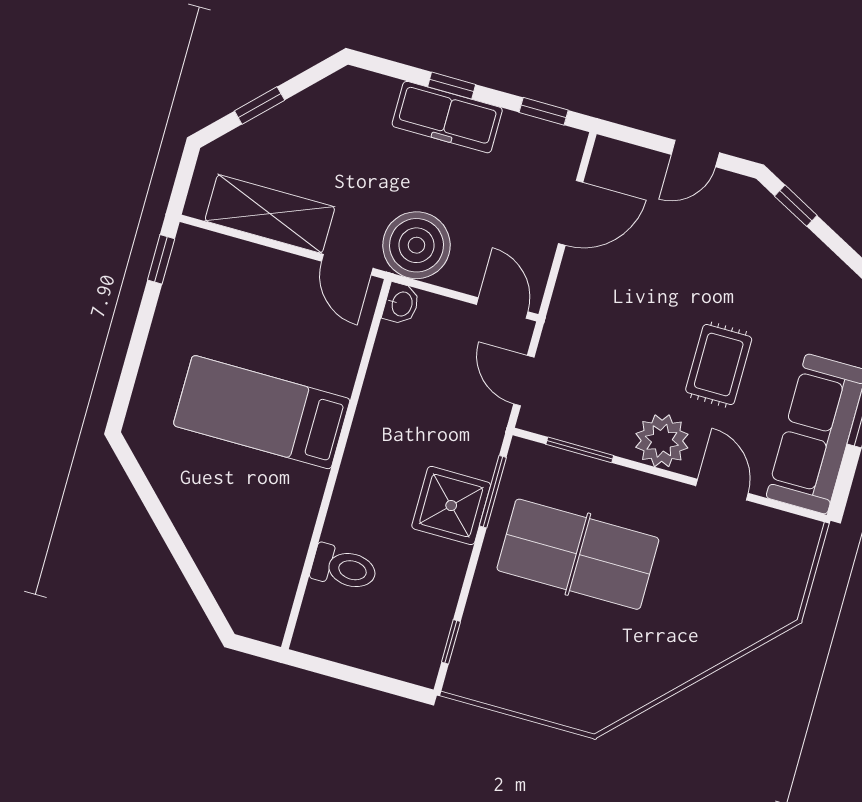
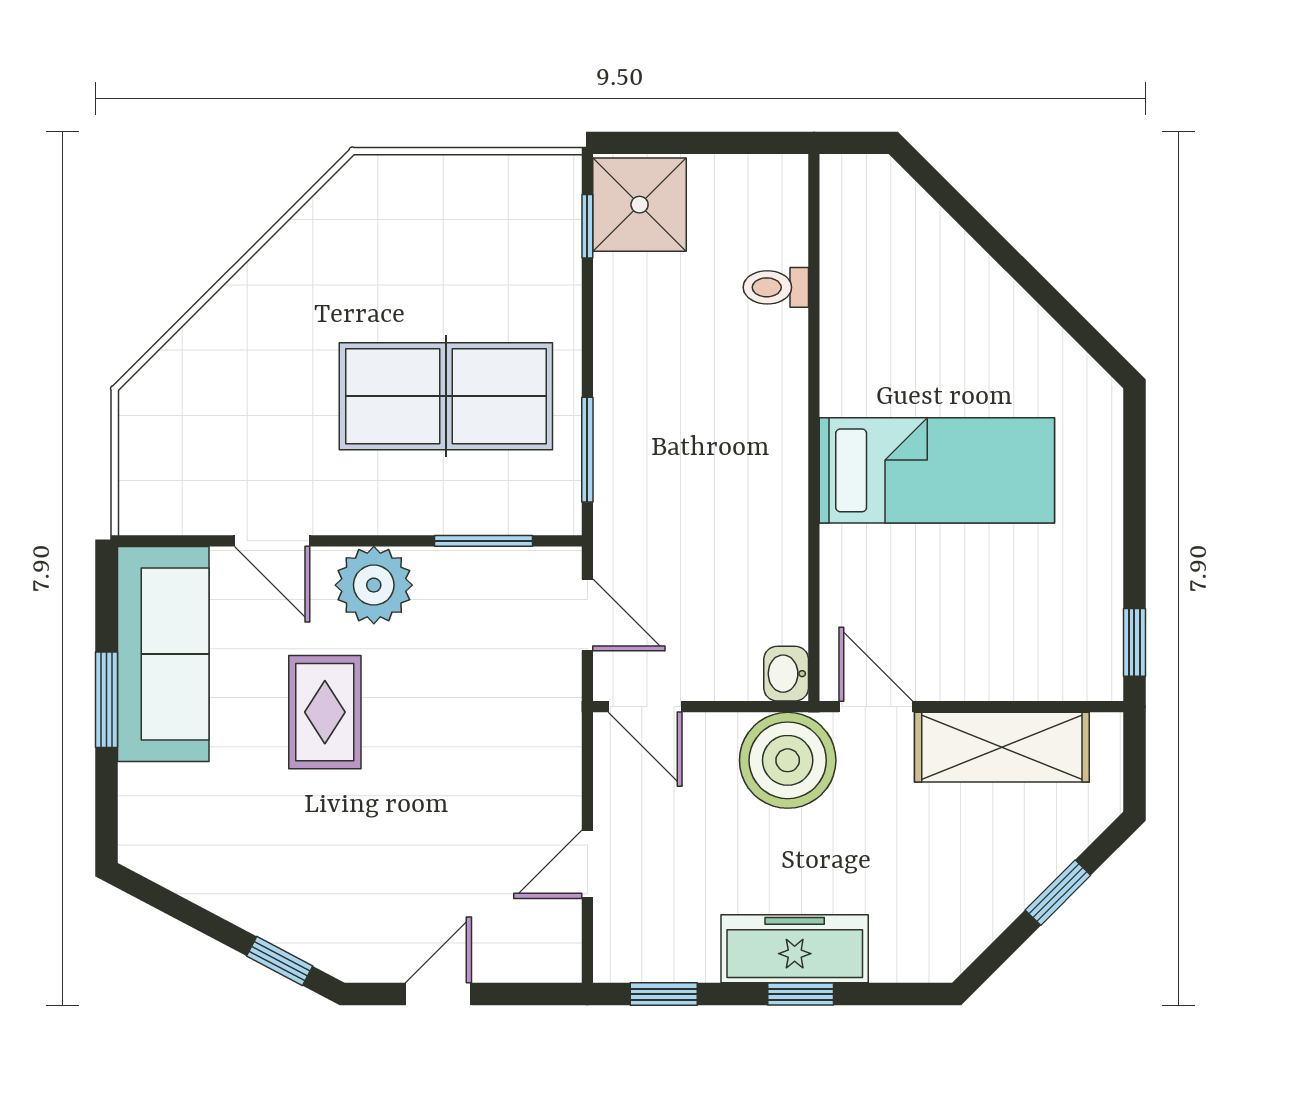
door: (571, 213) -> (587, 864), width x0.73
shower: (451, 506) -> (640, 205), moved
toilet: (344, 568) -> (776, 287), width x0.73, depth x0.72

